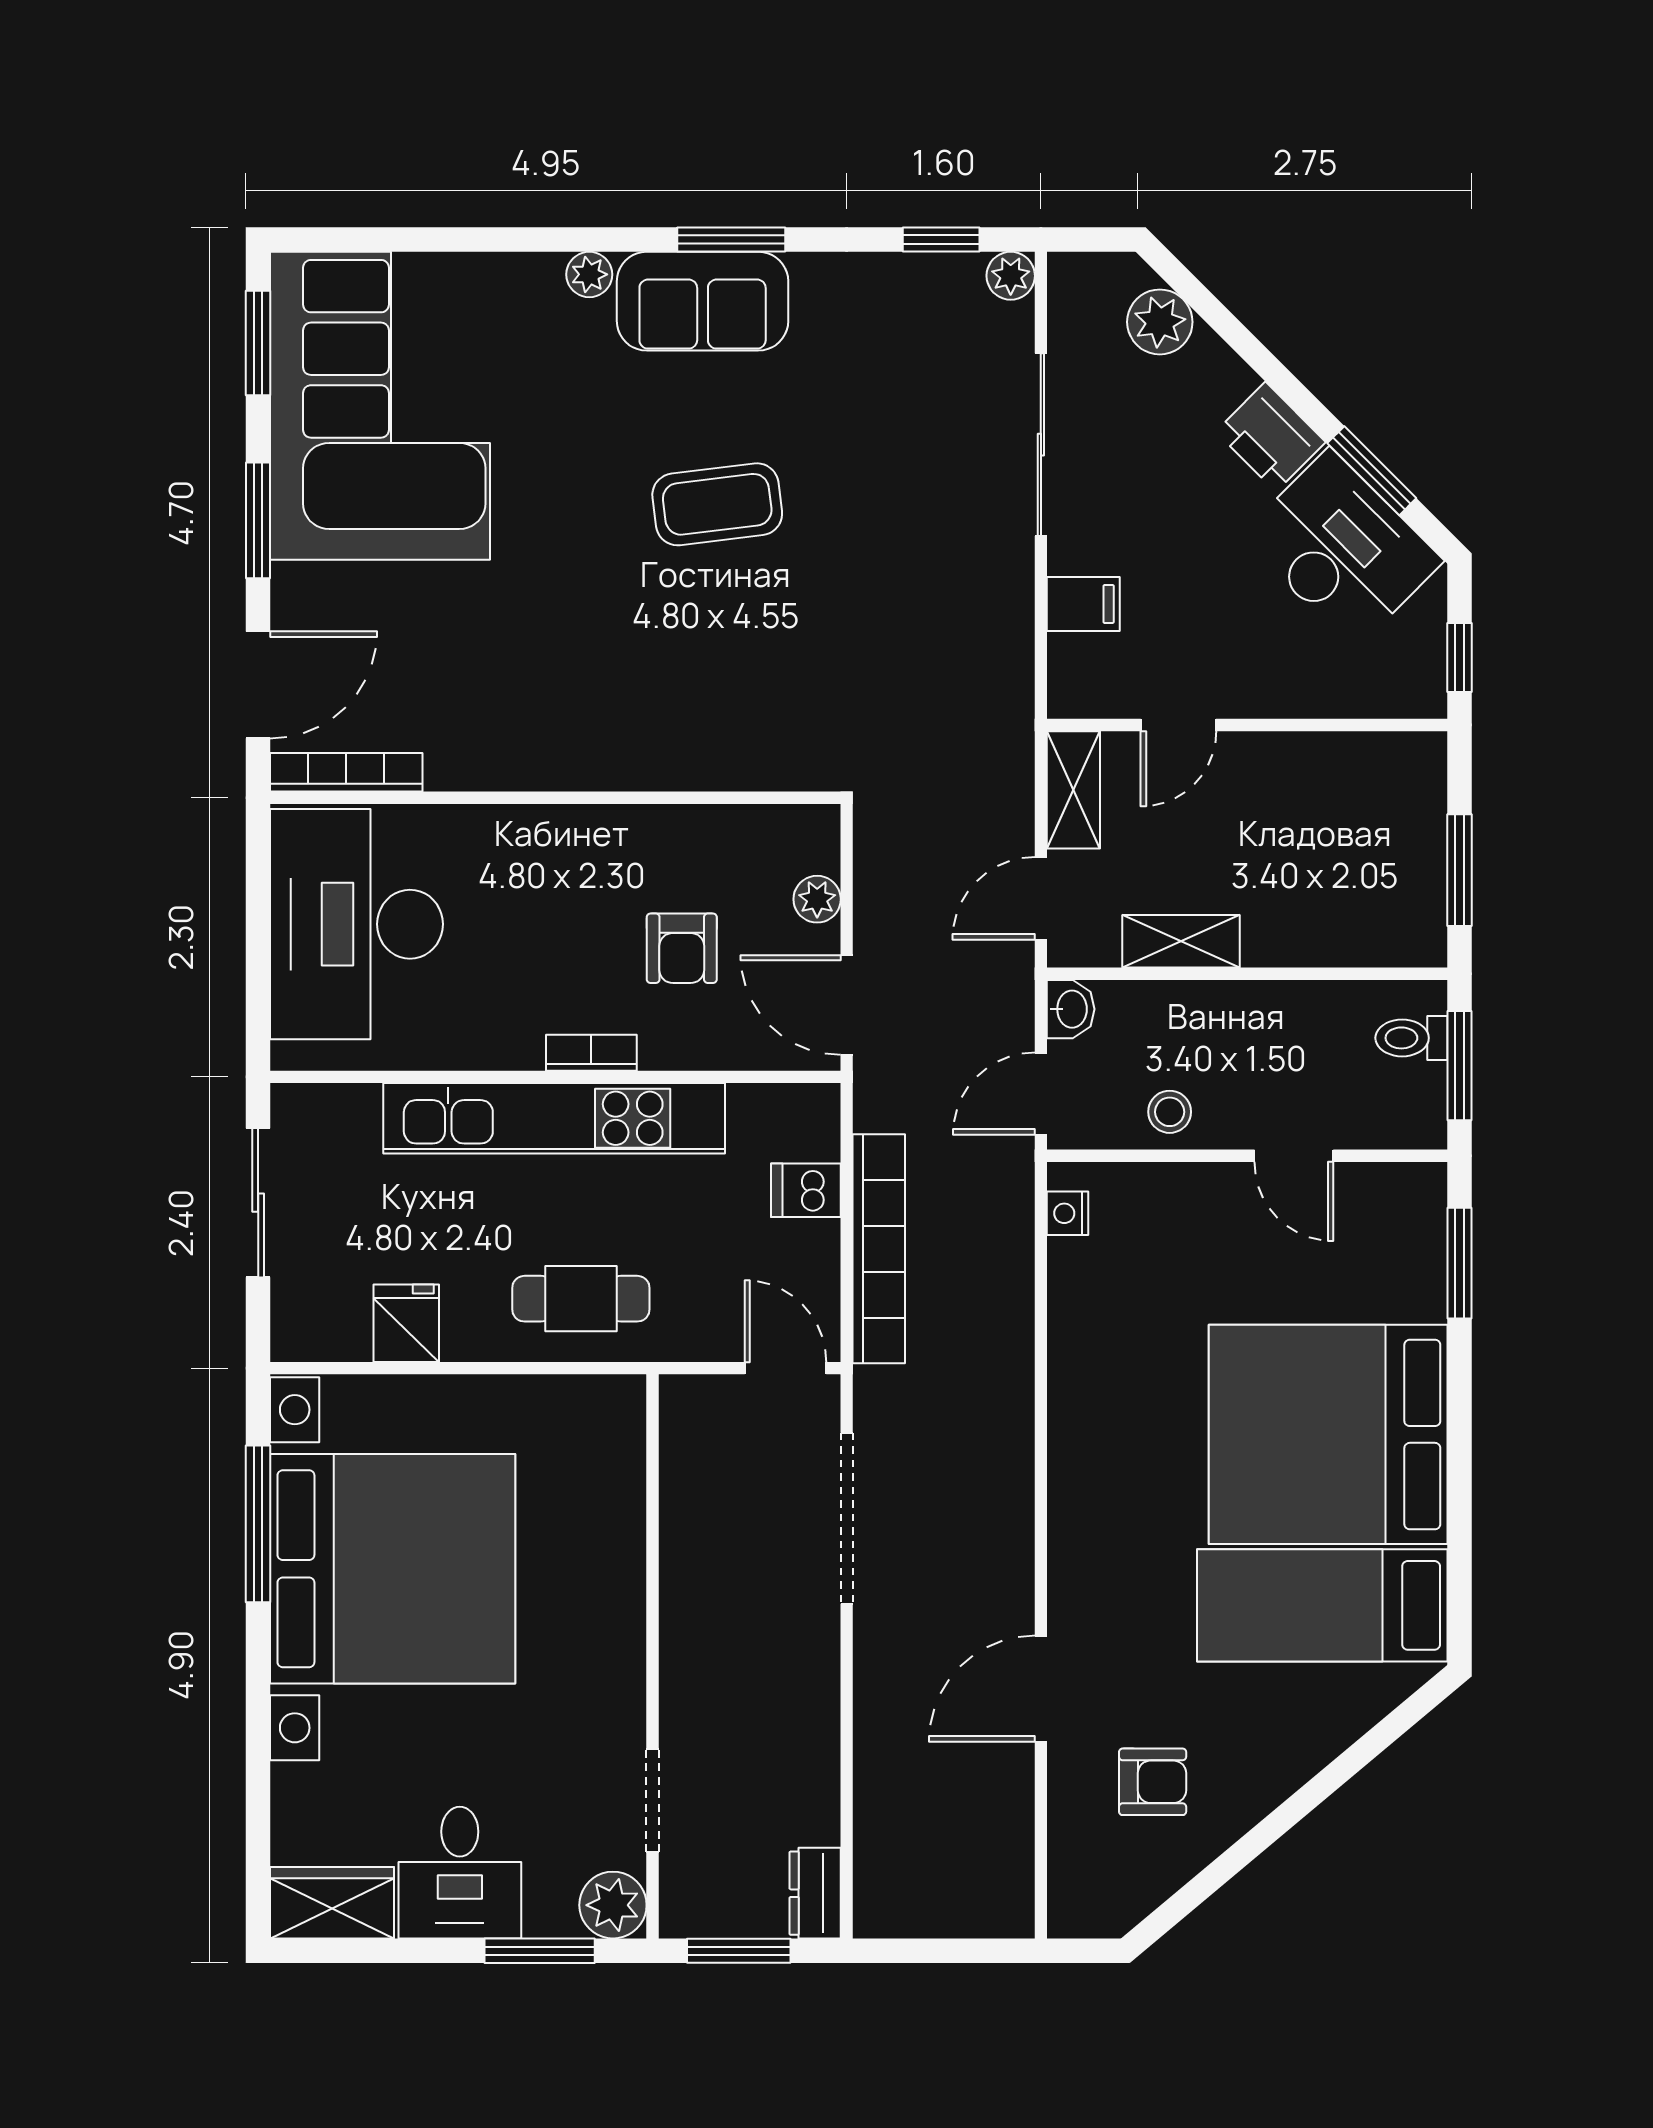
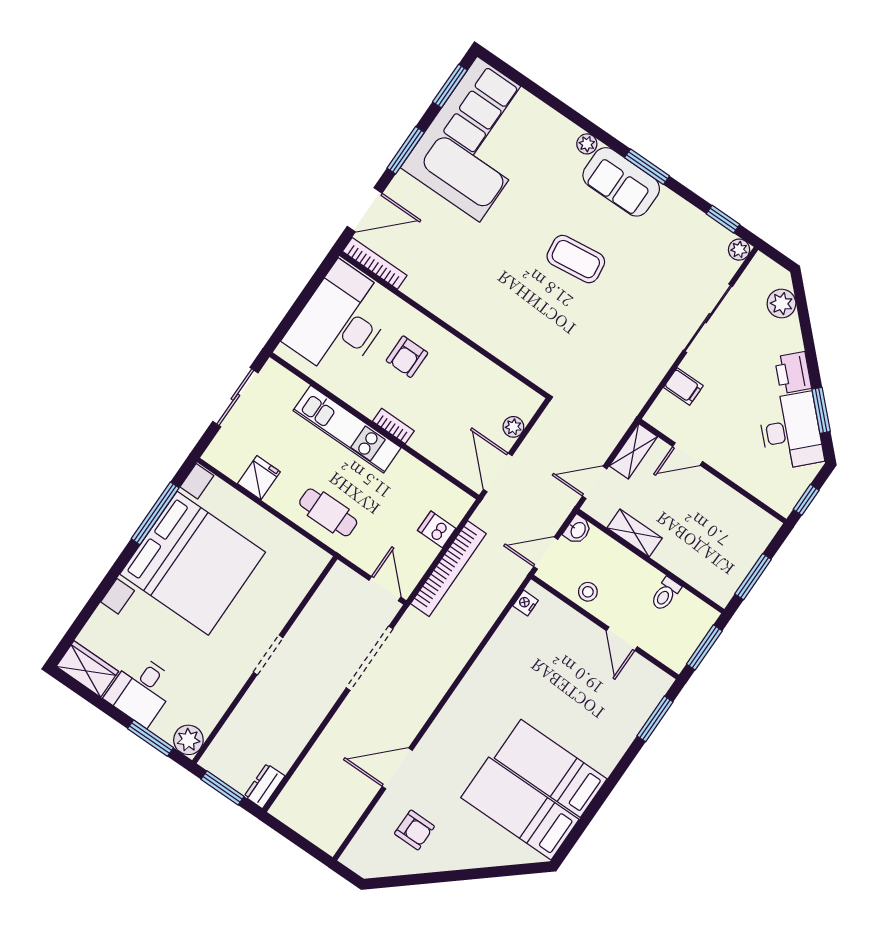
armchair: (682, 948) -> (407, 357), moved
toilet: (1411, 1038) -> (666, 594), moved, turned -90
kitchen unit: (554, 1118) -> (347, 429), width x0.73
bed: (1328, 1434) -> (551, 768), width x0.49
doorway: (653, 1801) -> (268, 655), moved

